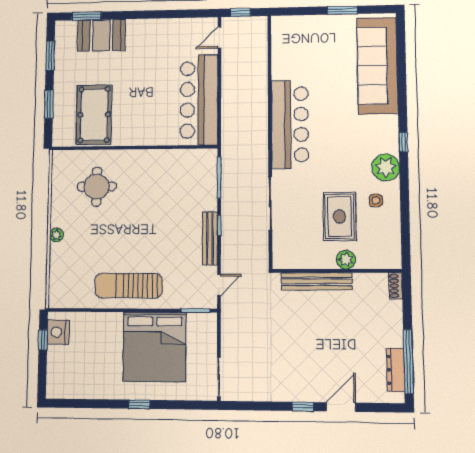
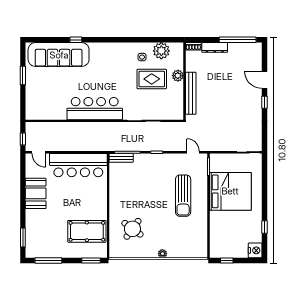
booth: (101, 35) -> (36, 193), moved
window: (50, 55) -> (48, 261), width x1.44
window: (49, 104) -> (91, 261), moved
window: (403, 142) -> (76, 40), moved
plant: (386, 167) -> (161, 51), moved
round table: (97, 187) -> (132, 229), turned 36
bench: (210, 238) -> (121, 158), moved, width x0.73
sun lounger: (129, 286) -> (183, 196), moved
nightstand: (58, 332) -> (255, 250), moved, turned -90
dresser: (396, 370) -> (215, 47), moved
window: (139, 404) -> (264, 227), moved

